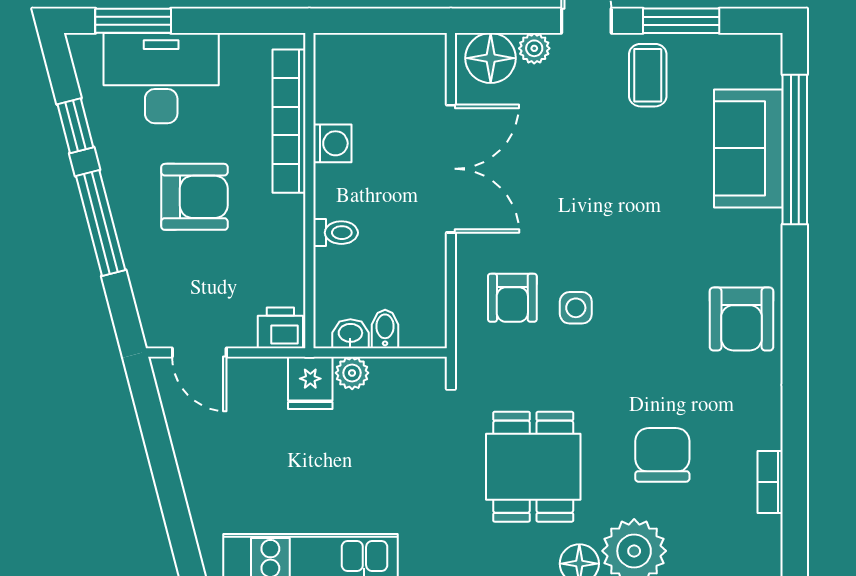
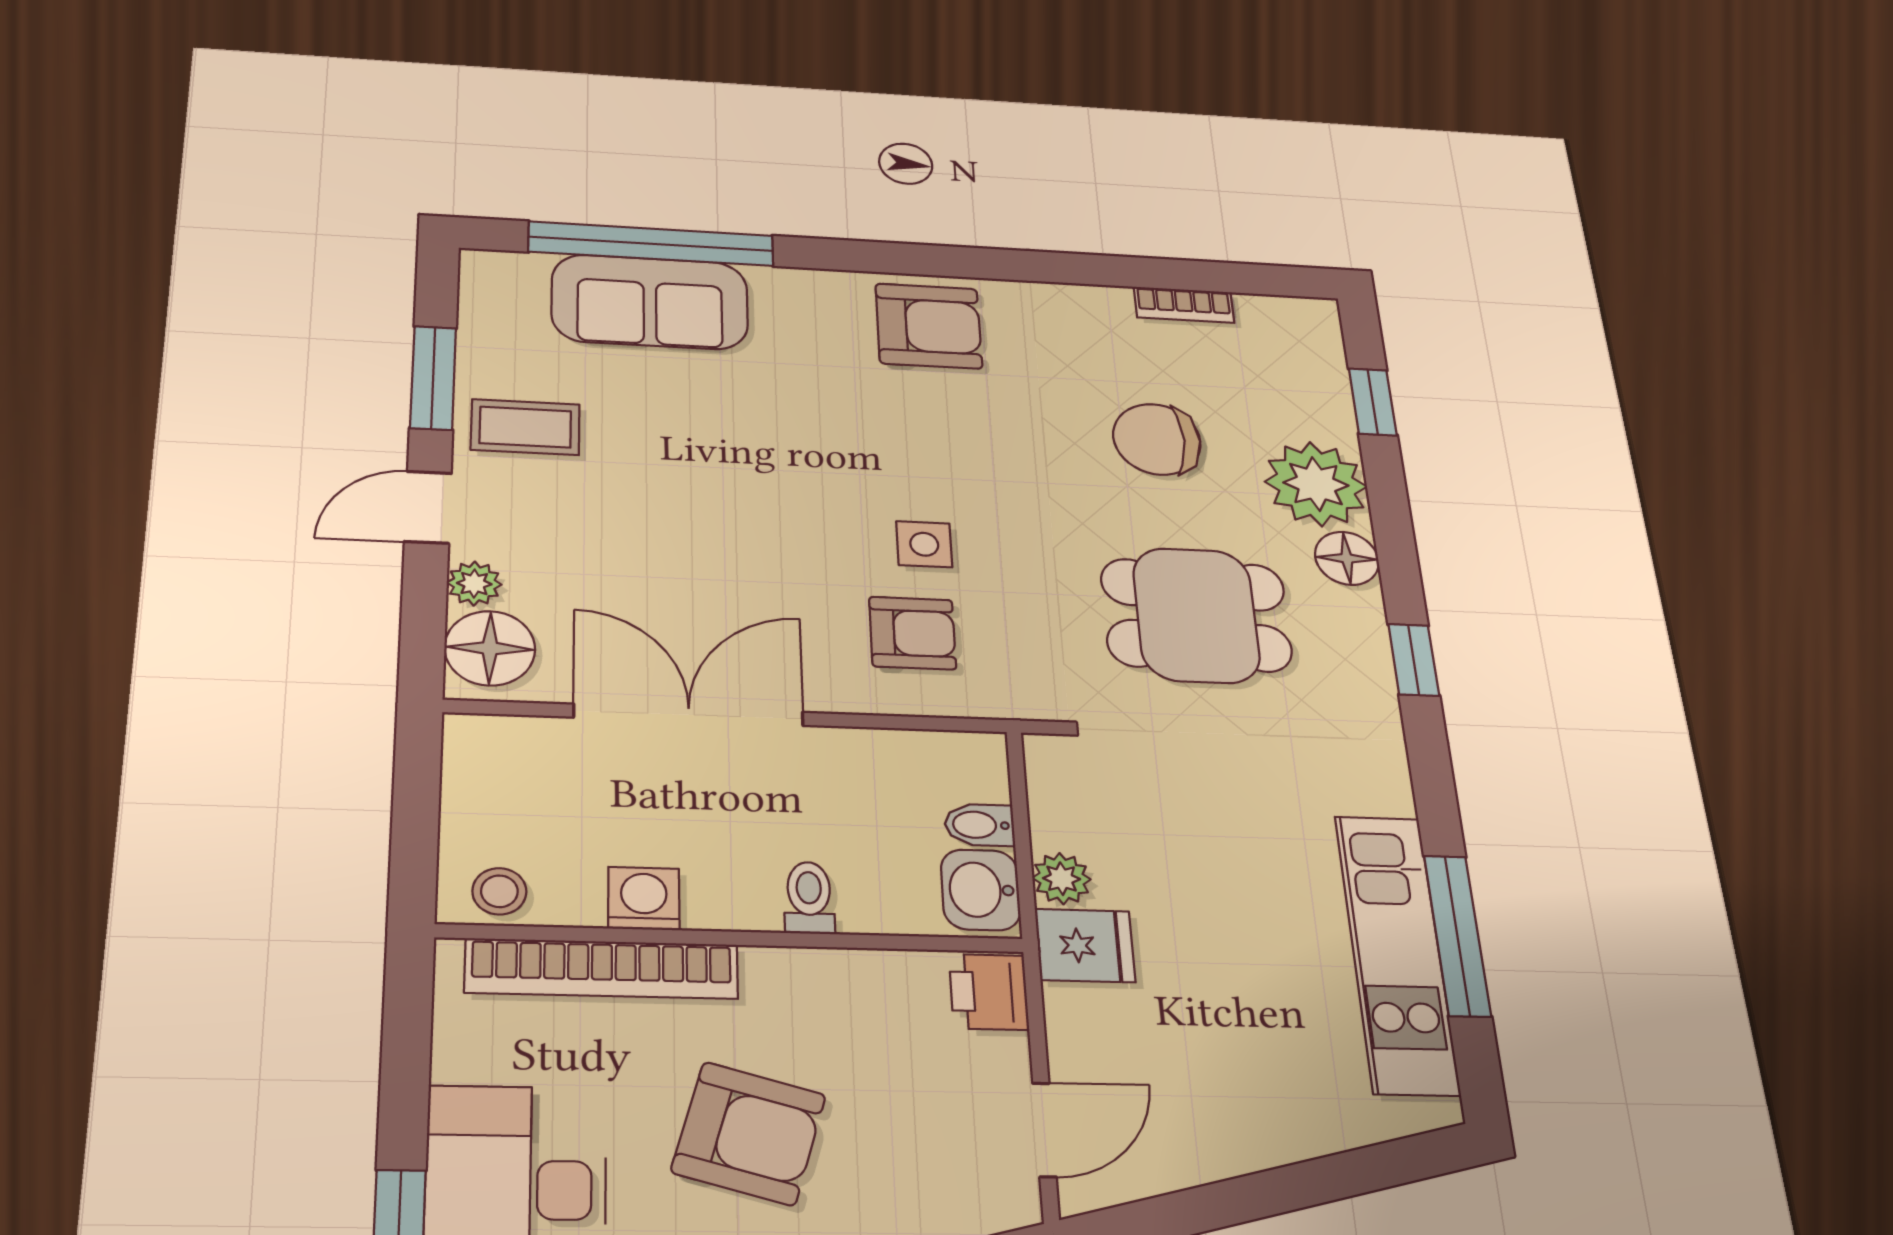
stool: (334, 66) -> (499, 891), added
armchair: (194, 197) -> (749, 1133), turned 106
washbasin: (350, 334) -> (981, 890), width x1.38, depth x1.45

